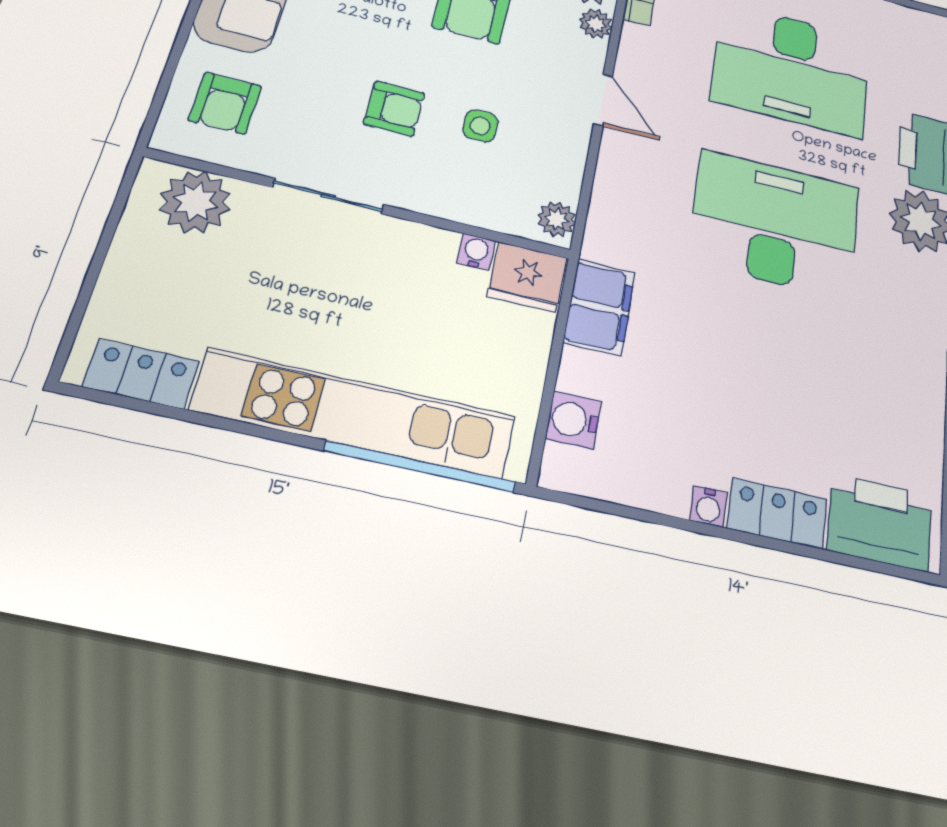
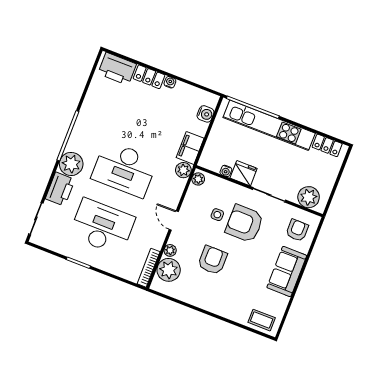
armchair: (394, 109) -> (244, 224), width x1.88, depth x1.88
plant: (606, 240) -> (183, 170), added
fridge: (527, 277) -> (244, 173), moved

